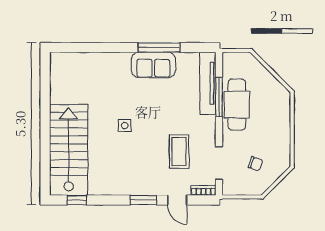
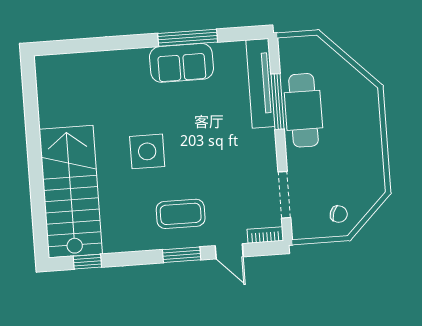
side table: (125, 125) -> (147, 151), width x1.87, depth x1.87
coffee table: (179, 151) -> (181, 214), moved, turned 90
chair: (256, 164) -> (339, 214), moved

